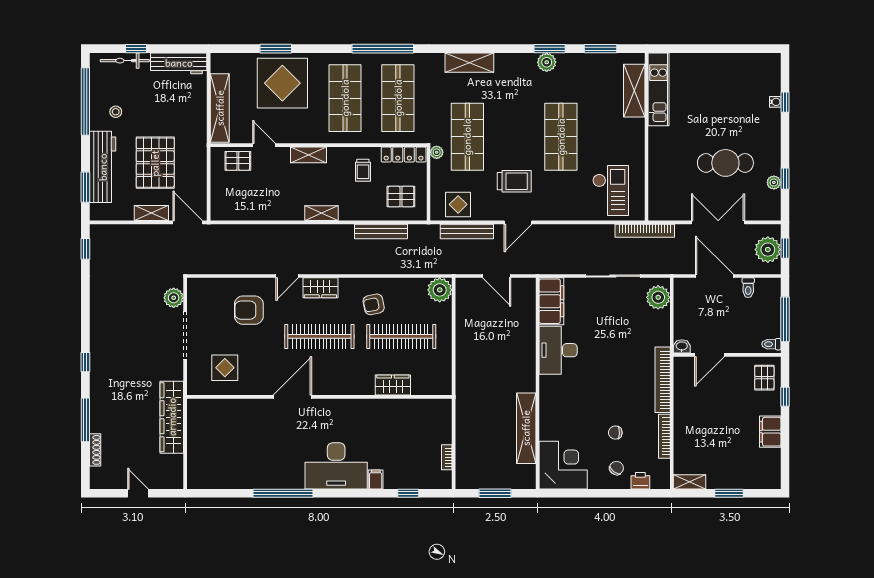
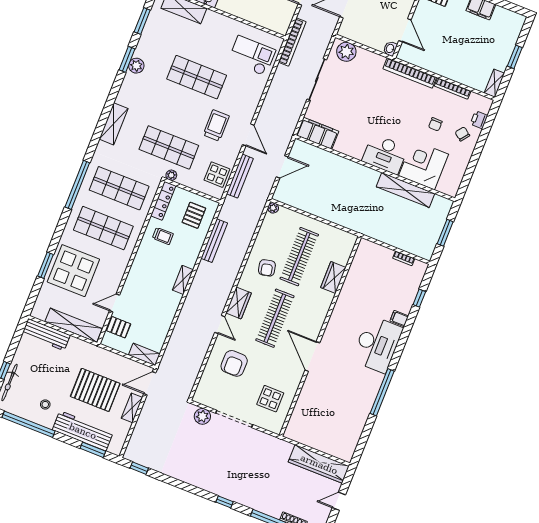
workbench: (179, 63) -> (46, 335), moved, turned 90
shelving: (309, 155) -> (144, 354), moved, turned 90
pallet: (238, 161) -> (119, 327), turned 90
plant: (440, 290) -> (273, 208), width x0.53, depth x0.53
desk: (558, 350) -> (385, 154), moved
wardrobe: (172, 417) -> (319, 464), moved
corner desk: (563, 465) -> (424, 165), moved

